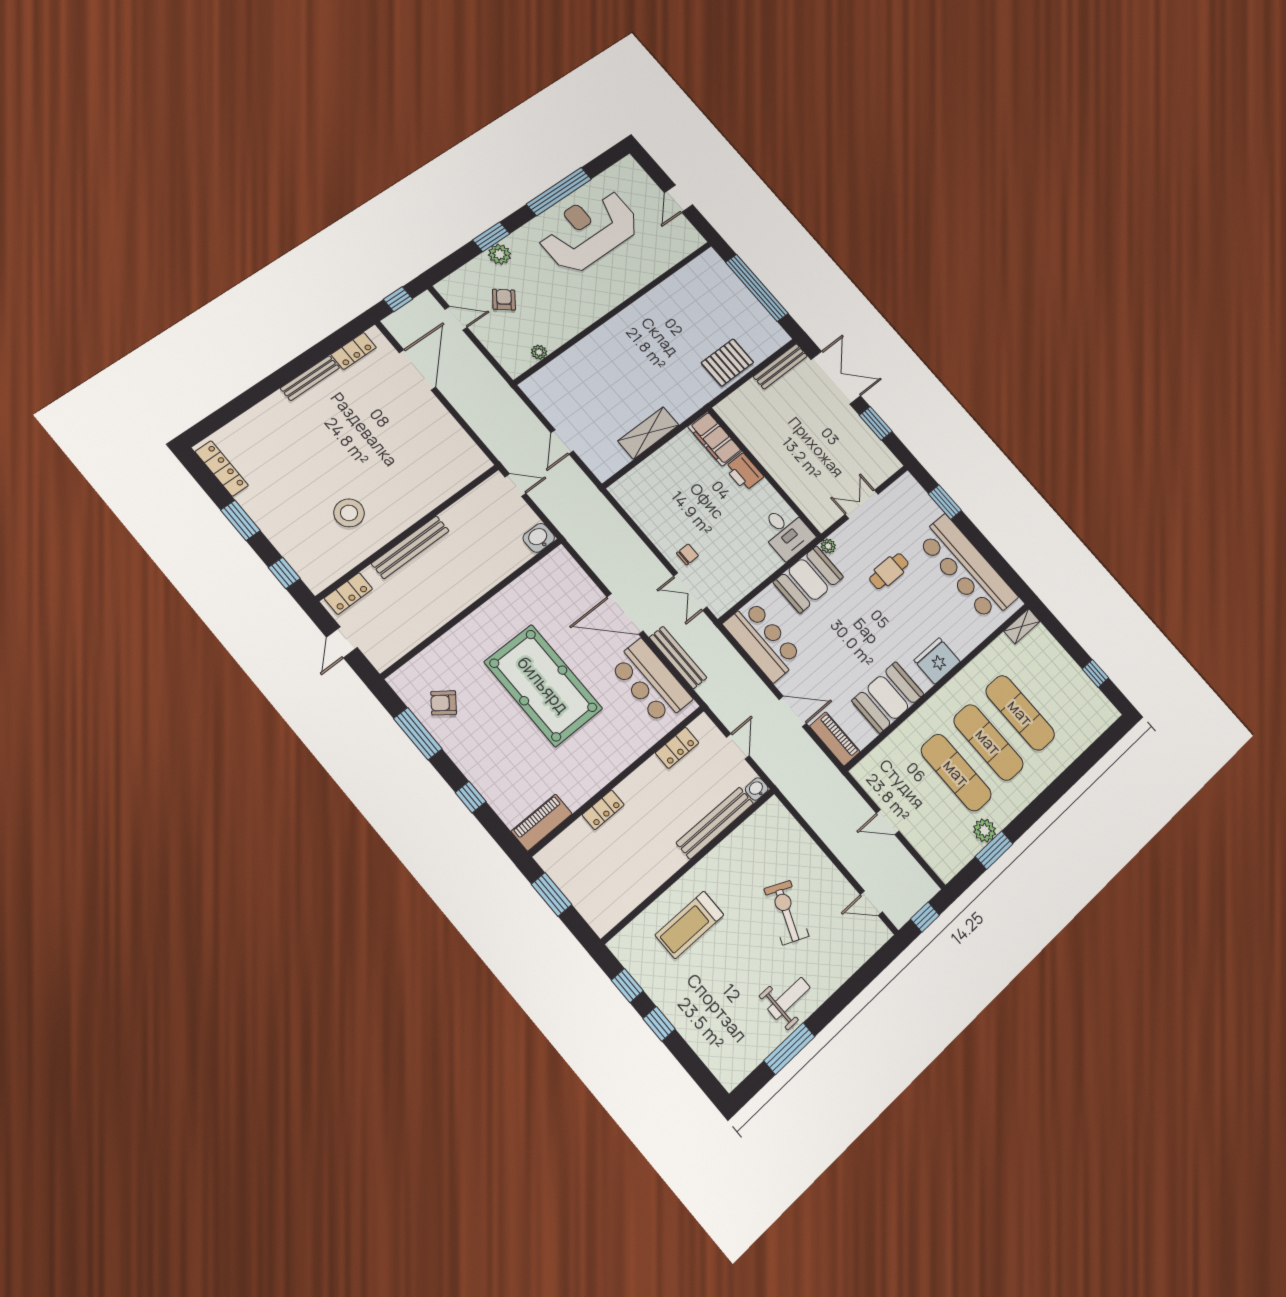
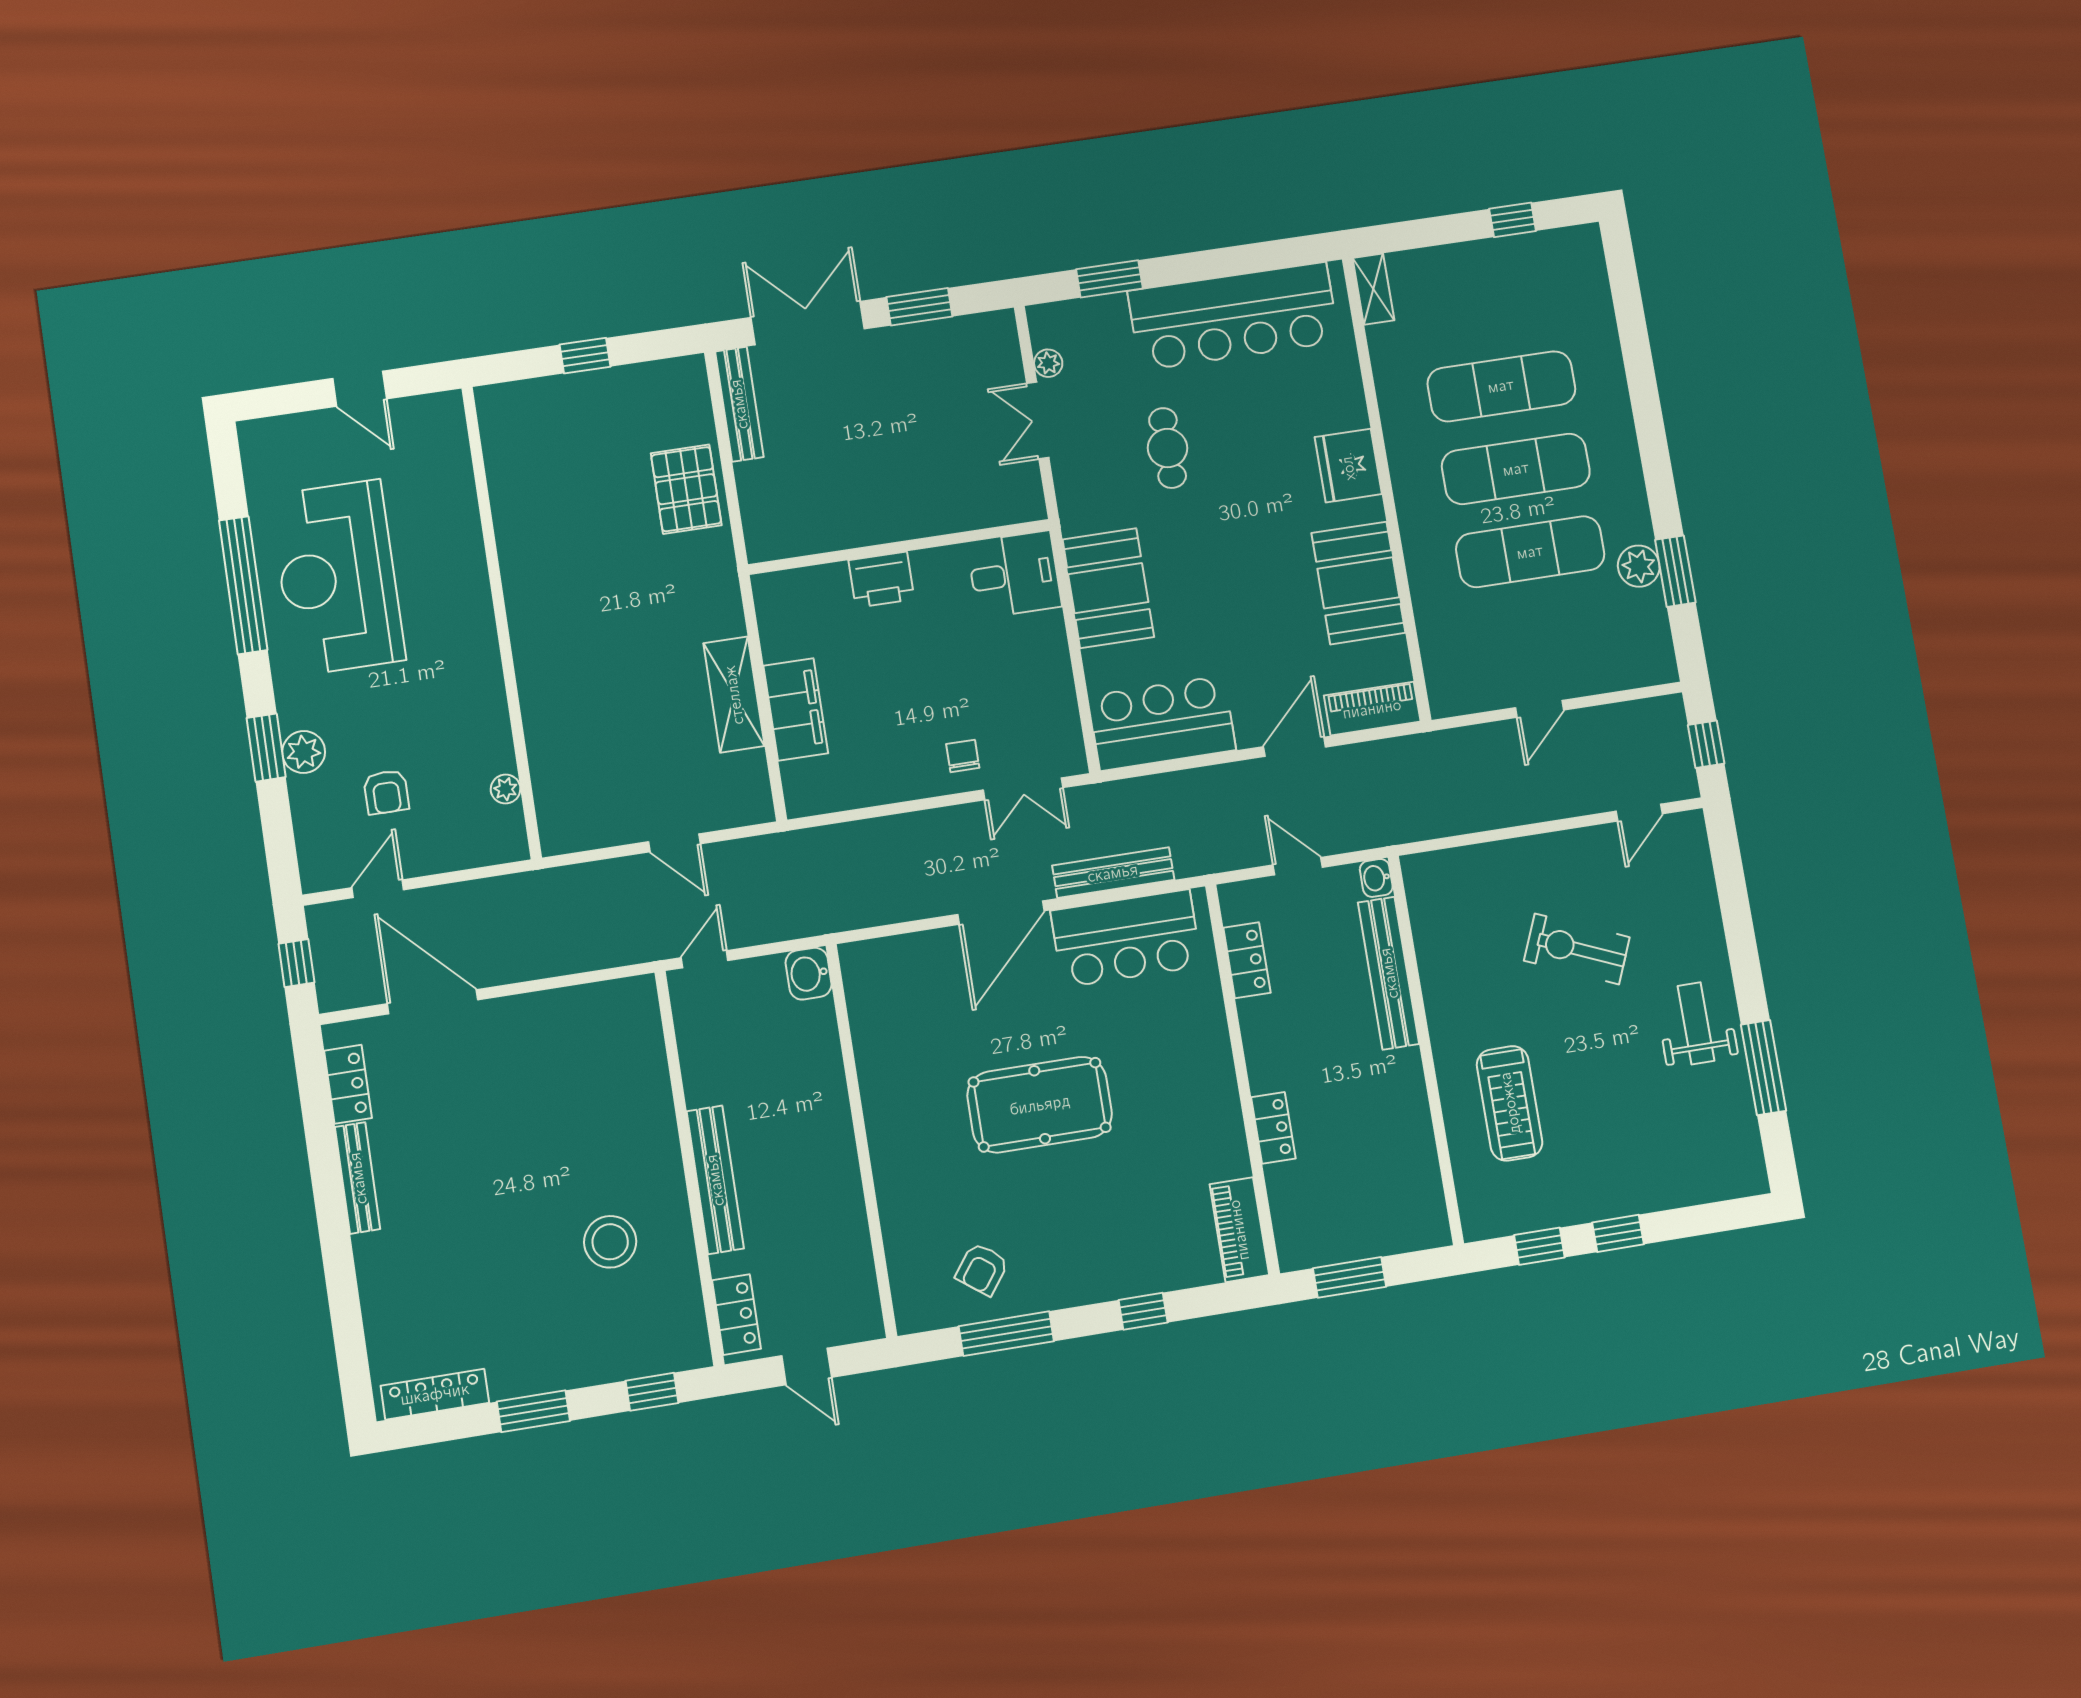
window: (757, 288) -> (585, 356), width x0.32
armchair: (504, 300) -> (386, 792), turned -128
filing cabinet: (715, 439) -> (796, 709), moved, turned -90
plant: (828, 546) -> (1048, 363), moved
pool table: (543, 685) -> (1040, 1105), width x0.73, depth x0.76

